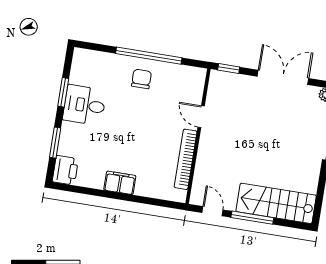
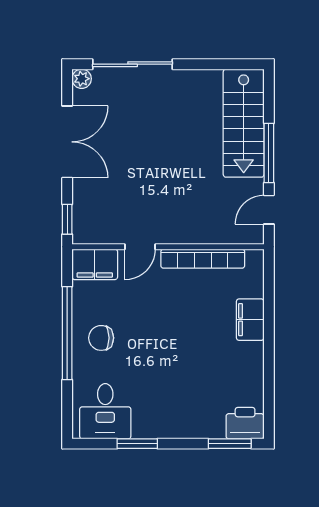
double door: (283, 77) -> (67, 142), swing flipped
filing cabinet: (194, 83) -> (95, 264), added
desk: (84, 105) -> (105, 411), moved
window: (55, 143) -> (230, 444), moved
filing cabinet: (120, 183) -> (250, 320), moved

